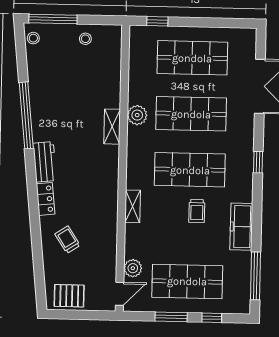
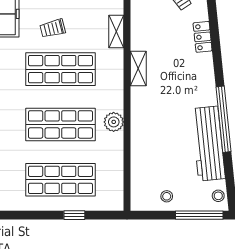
window: (157, 21) -> (74, 215), moved
shelving: (112, 127) -> (138, 68), moved
workbench: (45, 162) -> (208, 144), moved, width x1.88, depth x1.32
trolley: (197, 211) -> (53, 28), turned -104

